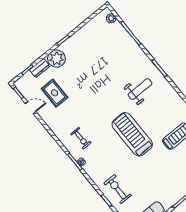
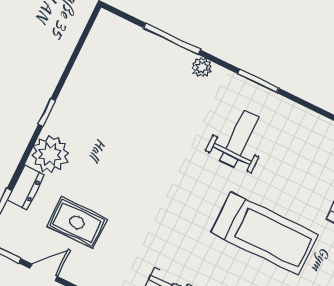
plant: (111, 18) -> (202, 67), moved
treadmill: (132, 134) -> (265, 234), turned 180

